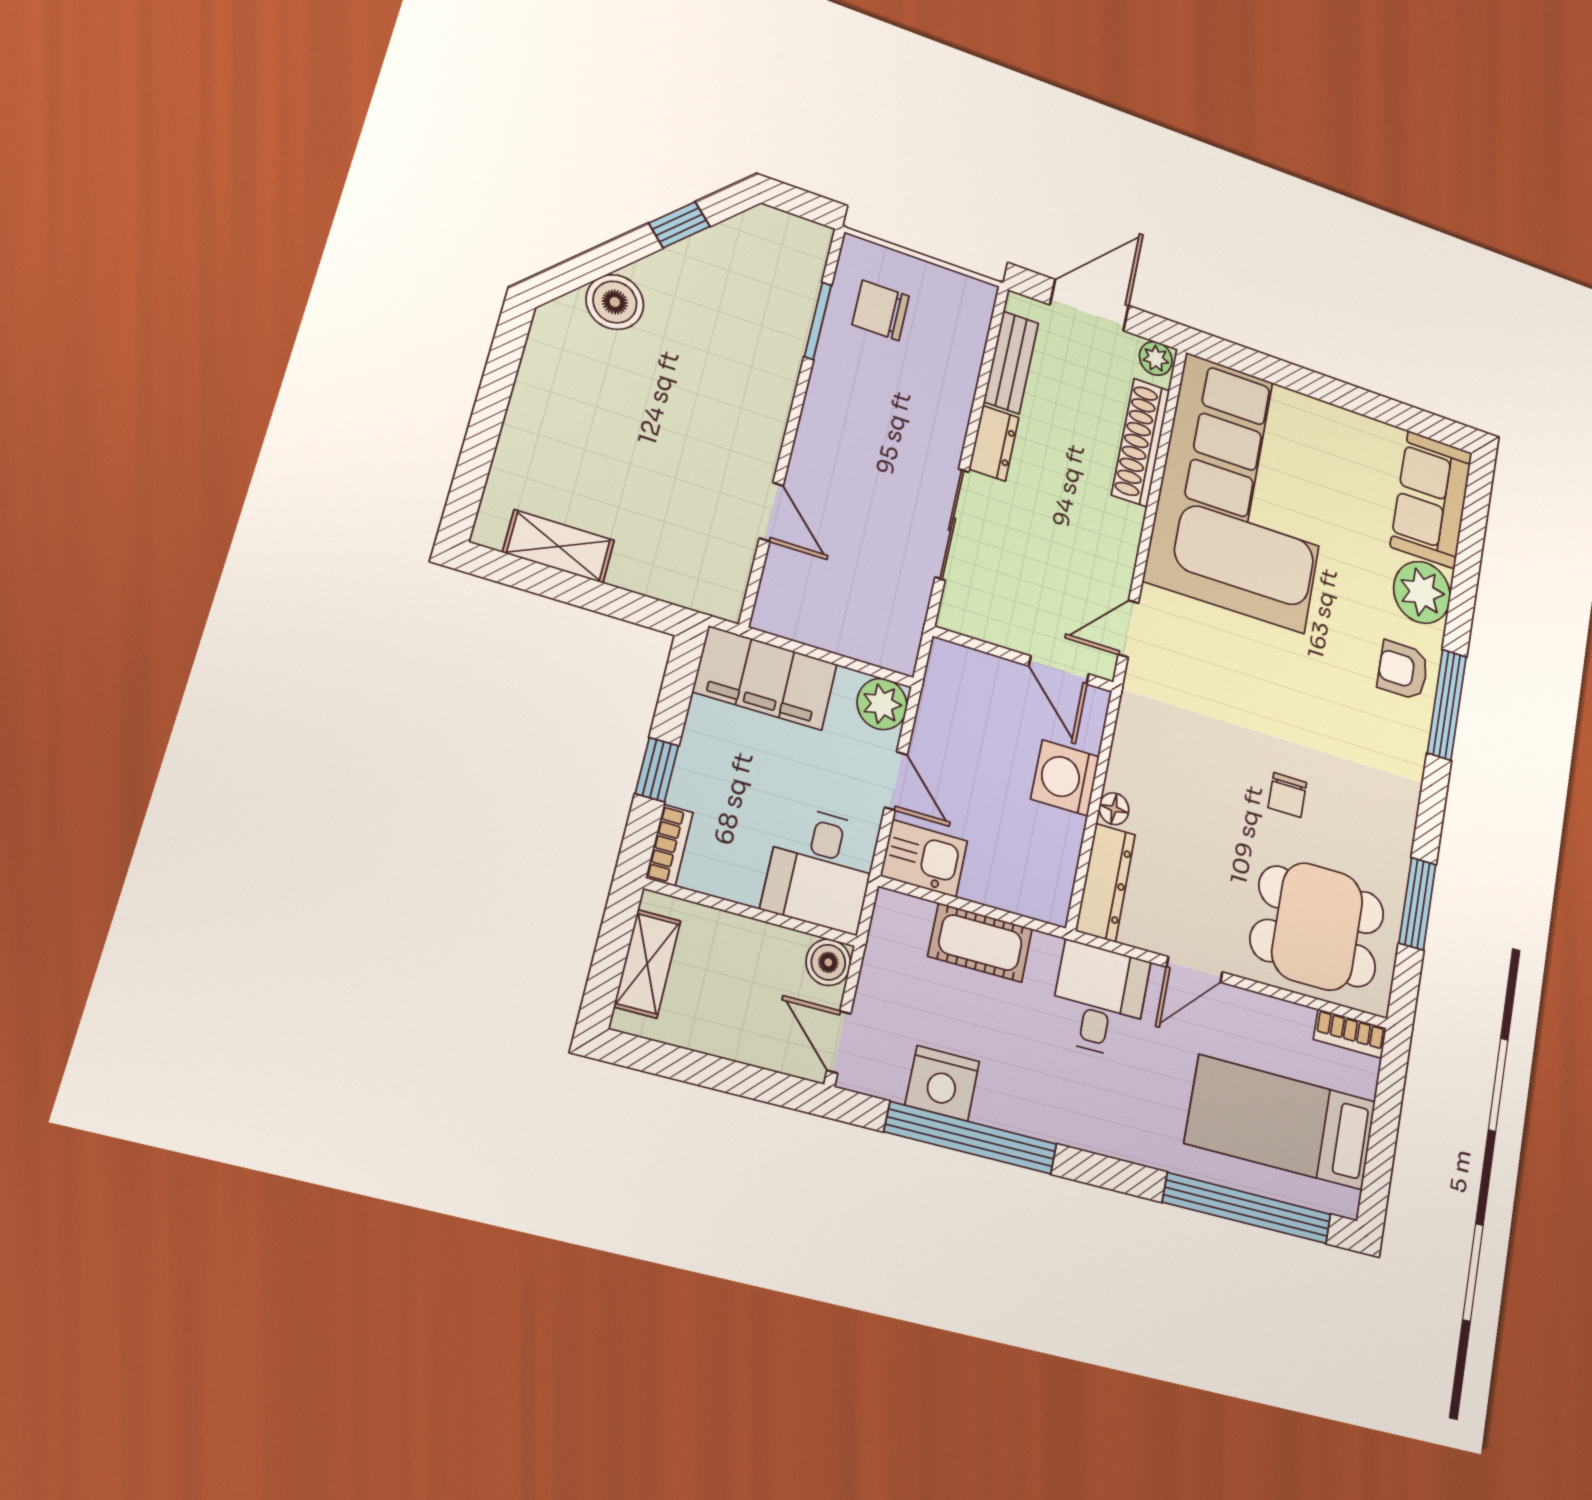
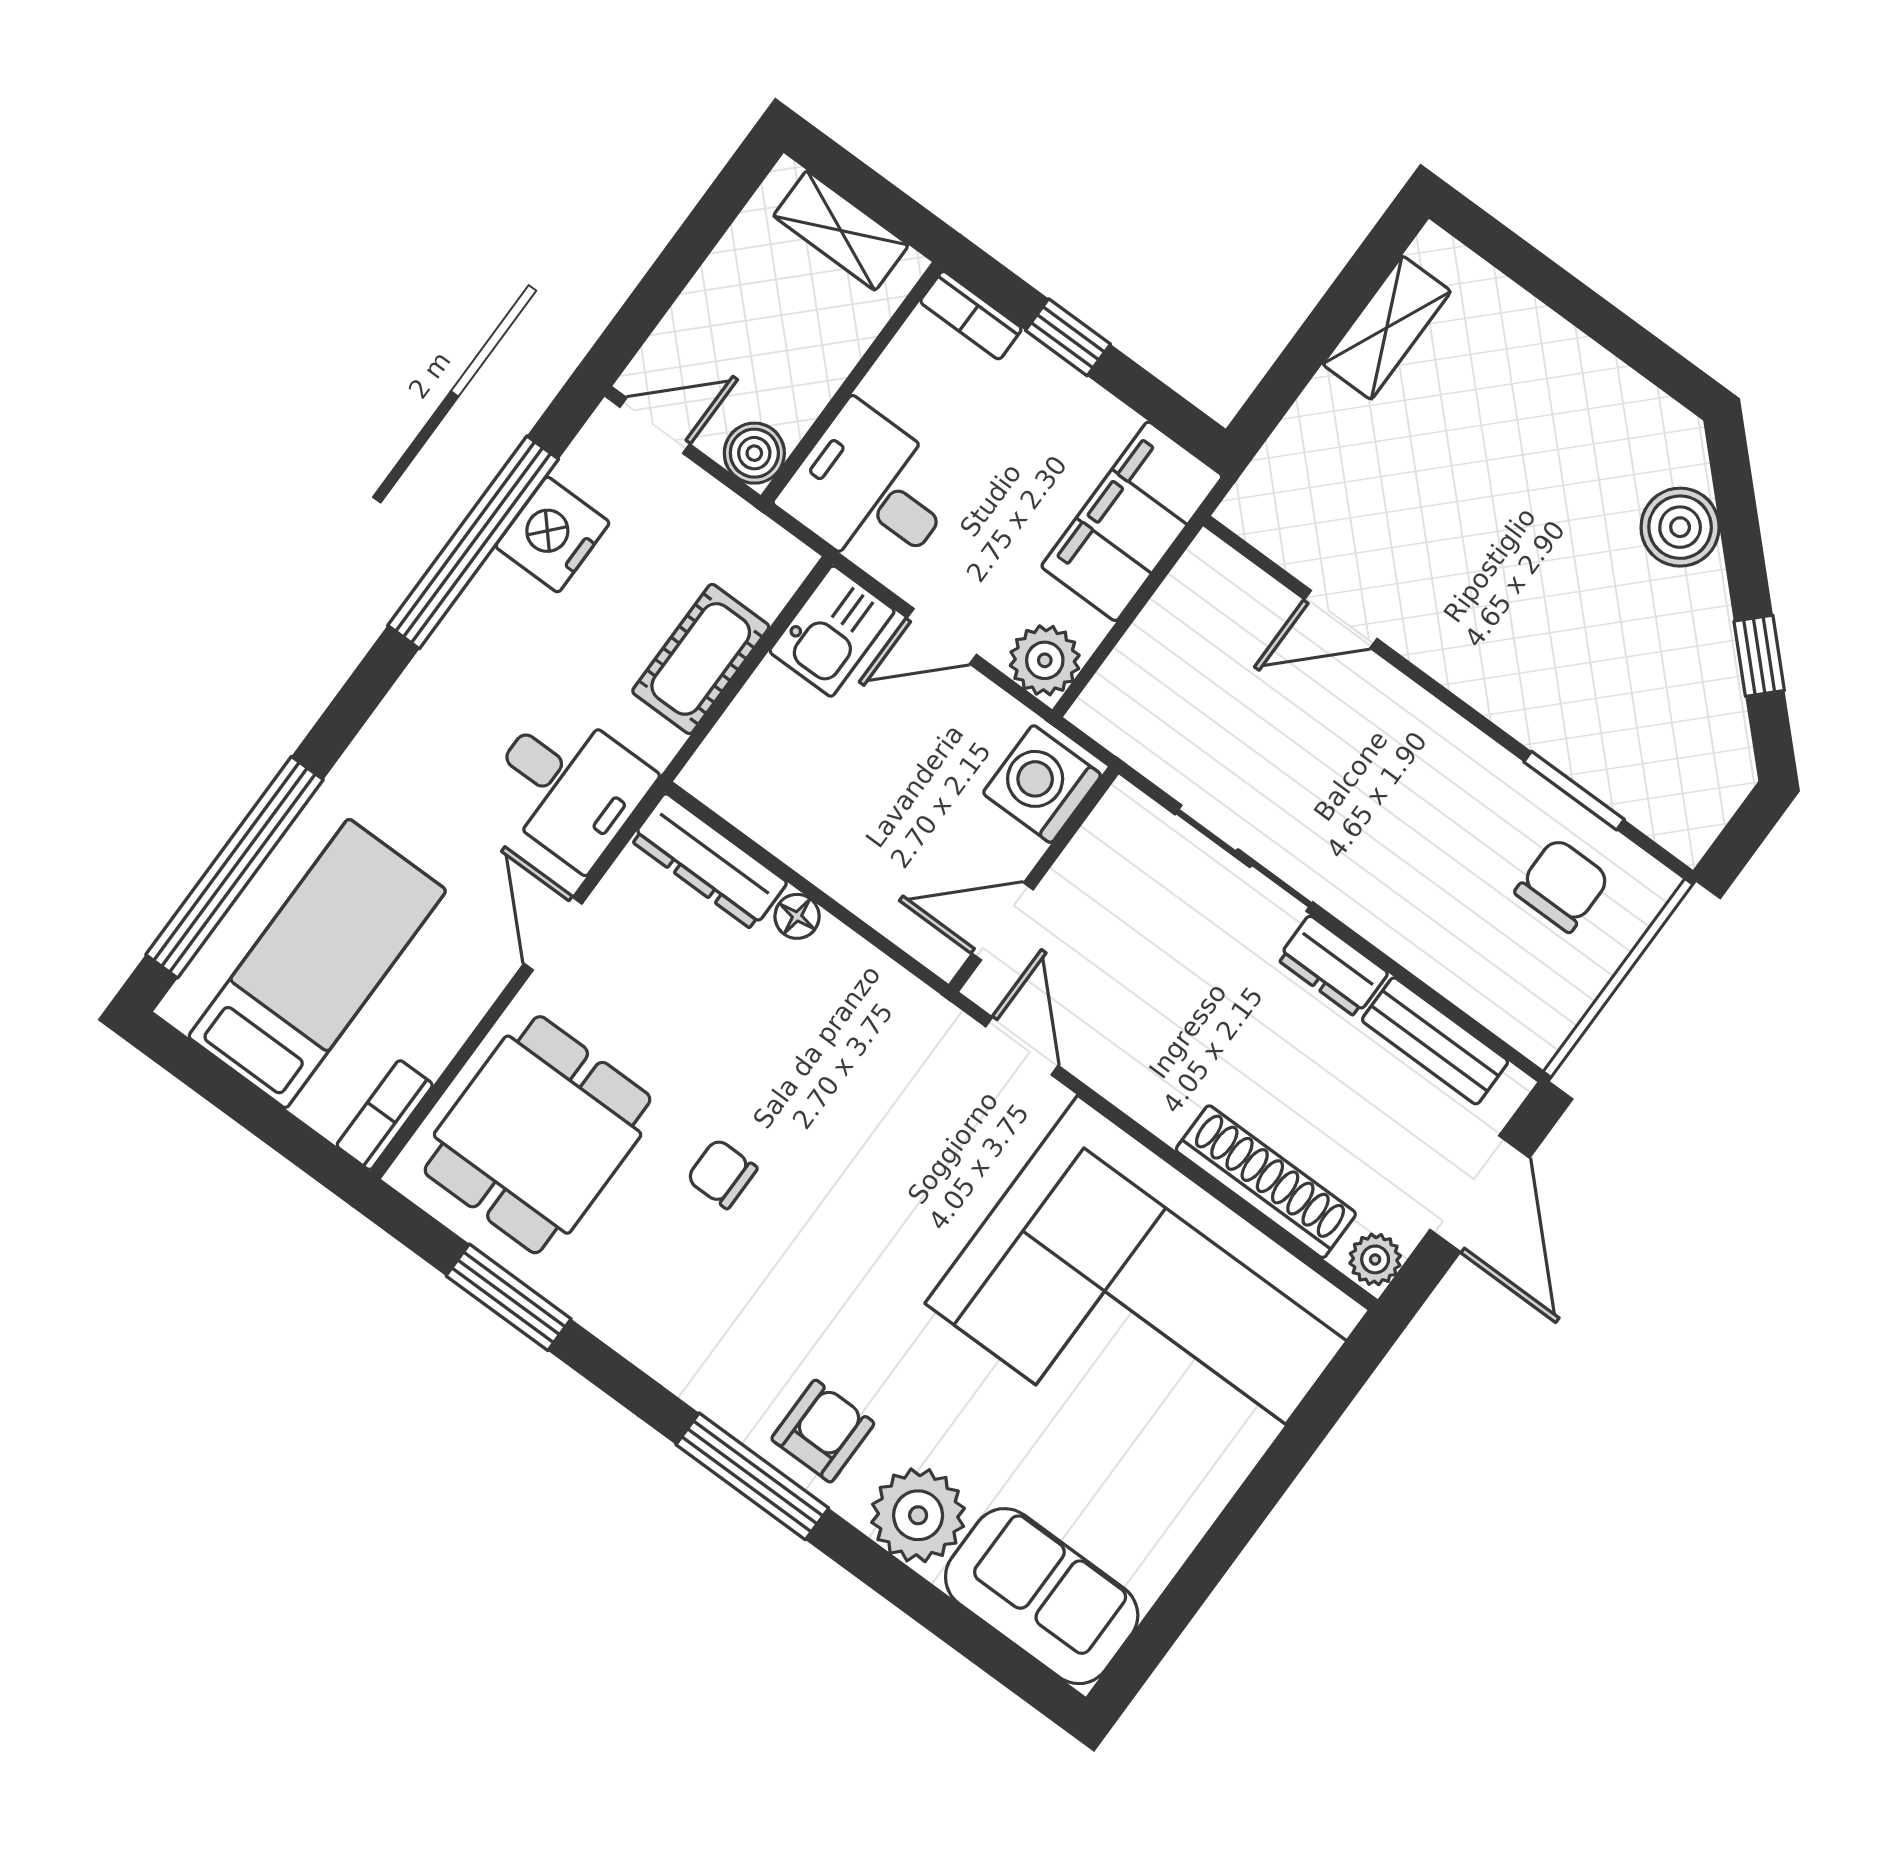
washing machine: (1065, 778) -> (1042, 784), moved, turned -90

